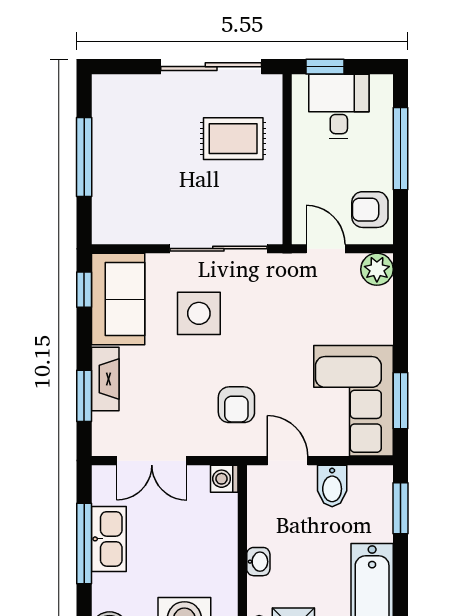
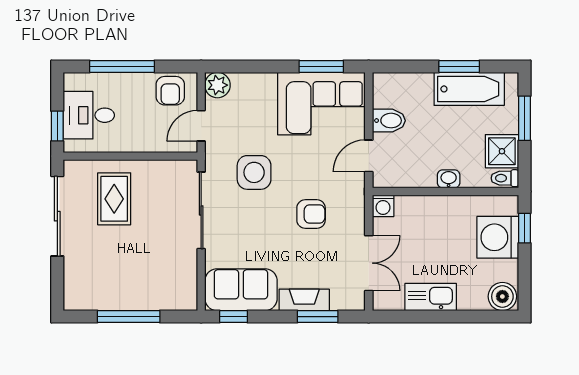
side table: (199, 313) -> (254, 172), moved
armchair: (236, 405) -> (311, 214), moved
window: (400, 508) -> (459, 66), moved
window: (84, 544) -> (434, 317), removed

